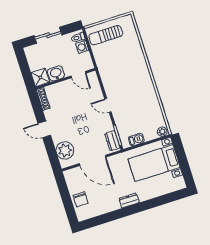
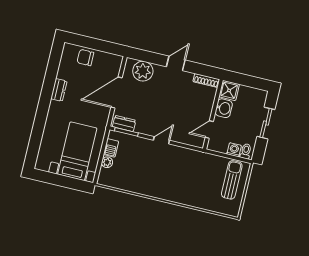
plant: (162, 132) -> (107, 162), moved
dresser: (129, 200) -> (59, 90), moved

